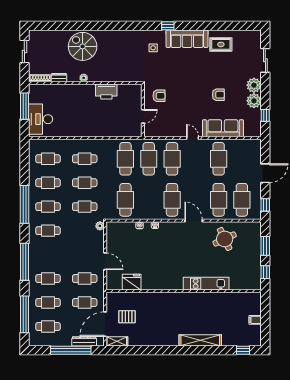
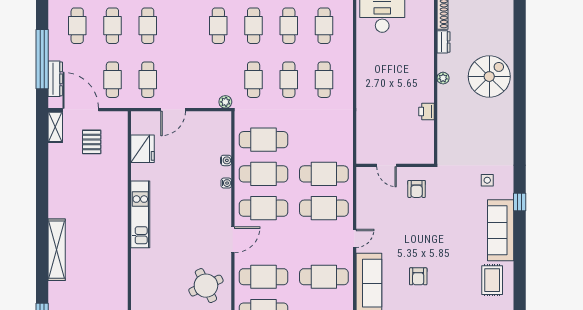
printer: (106, 92) -> (427, 112), width x0.53, depth x0.68
cafe table: (125, 159) -> (264, 174), moved
kitchen unit: (206, 284) -> (140, 214), moved

